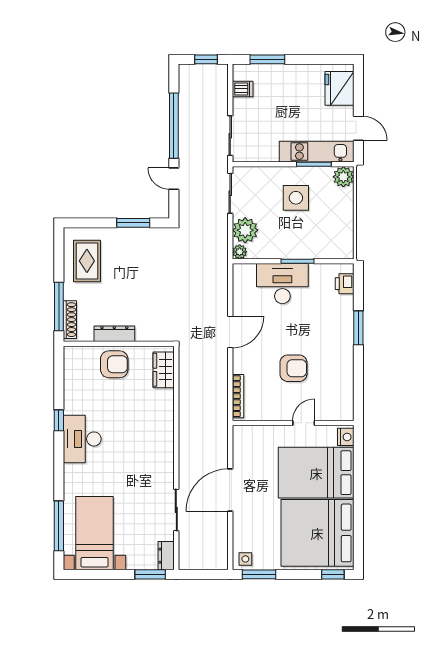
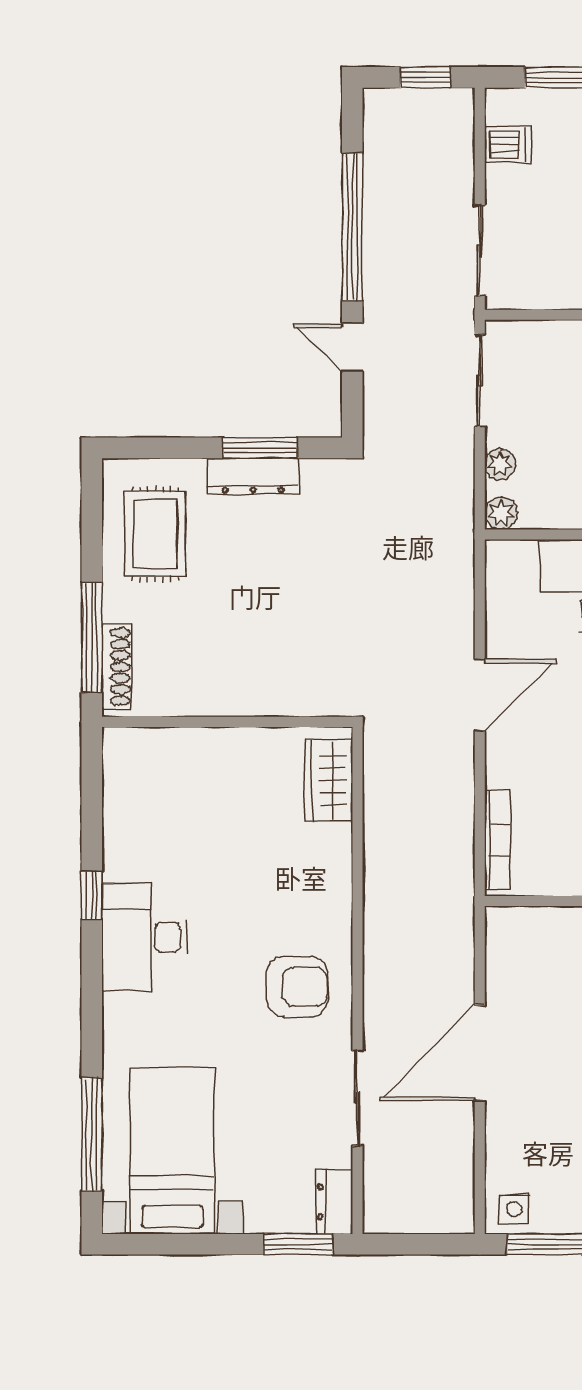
plant: (245, 230) -> (500, 464), width x0.53, depth x0.53
dresser: (114, 334) -> (253, 476), moved, turned 180
armchair: (114, 364) -> (297, 987), moved

